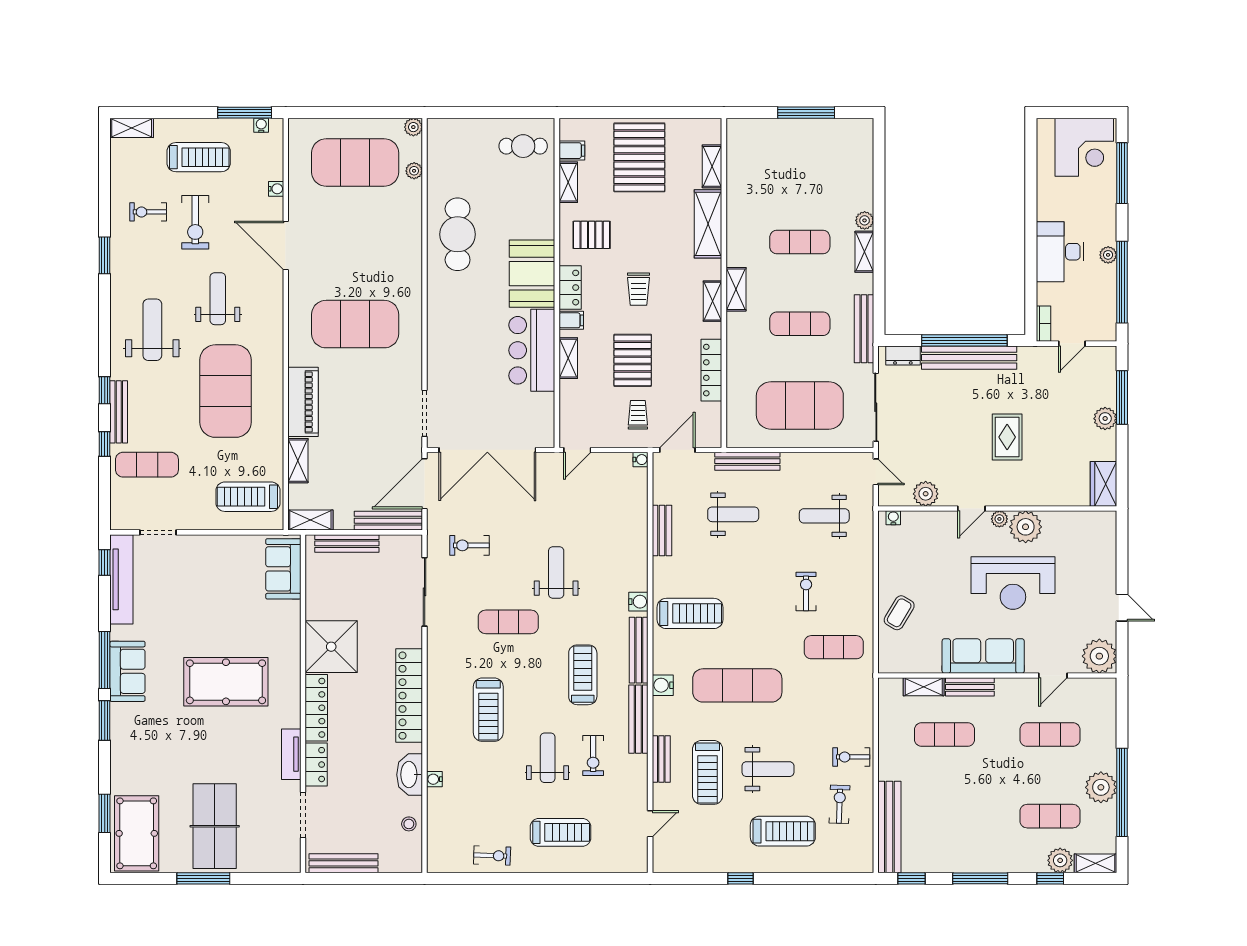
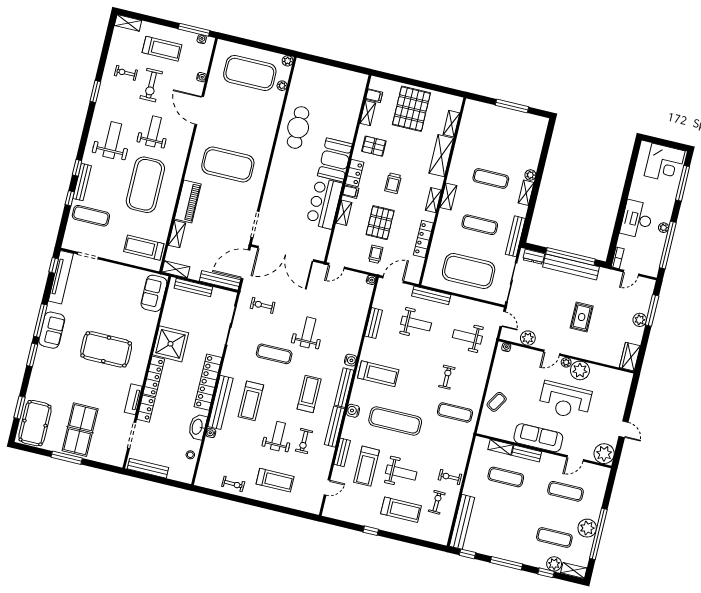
cafe table: (523, 146) -> (347, 87), removed
bench: (438, 724) -> (220, 402), added

